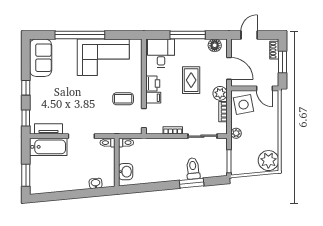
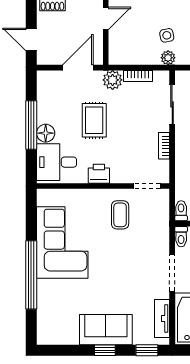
floor lamp: (215, 45) -> (46, 133), moved
sofa: (41, 58) -> (106, 330), moved
rug: (191, 80) -> (94, 120), turned 90
filing cabinet: (153, 98) -> (119, 173), removed
side table: (244, 105) -> (167, 35), moved, width x0.54, depth x0.54

